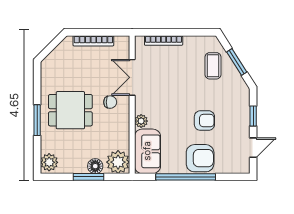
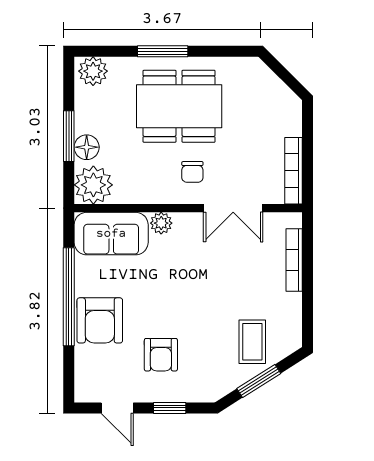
bookcase: (93, 41) -> (294, 171), moved
coffee table: (213, 66) -> (252, 342), turned 90
double door: (132, 77) -> (233, 208), swing flipped
dining table: (70, 110) -> (179, 106), width x1.38
armchair: (204, 121) -> (161, 355), moved

